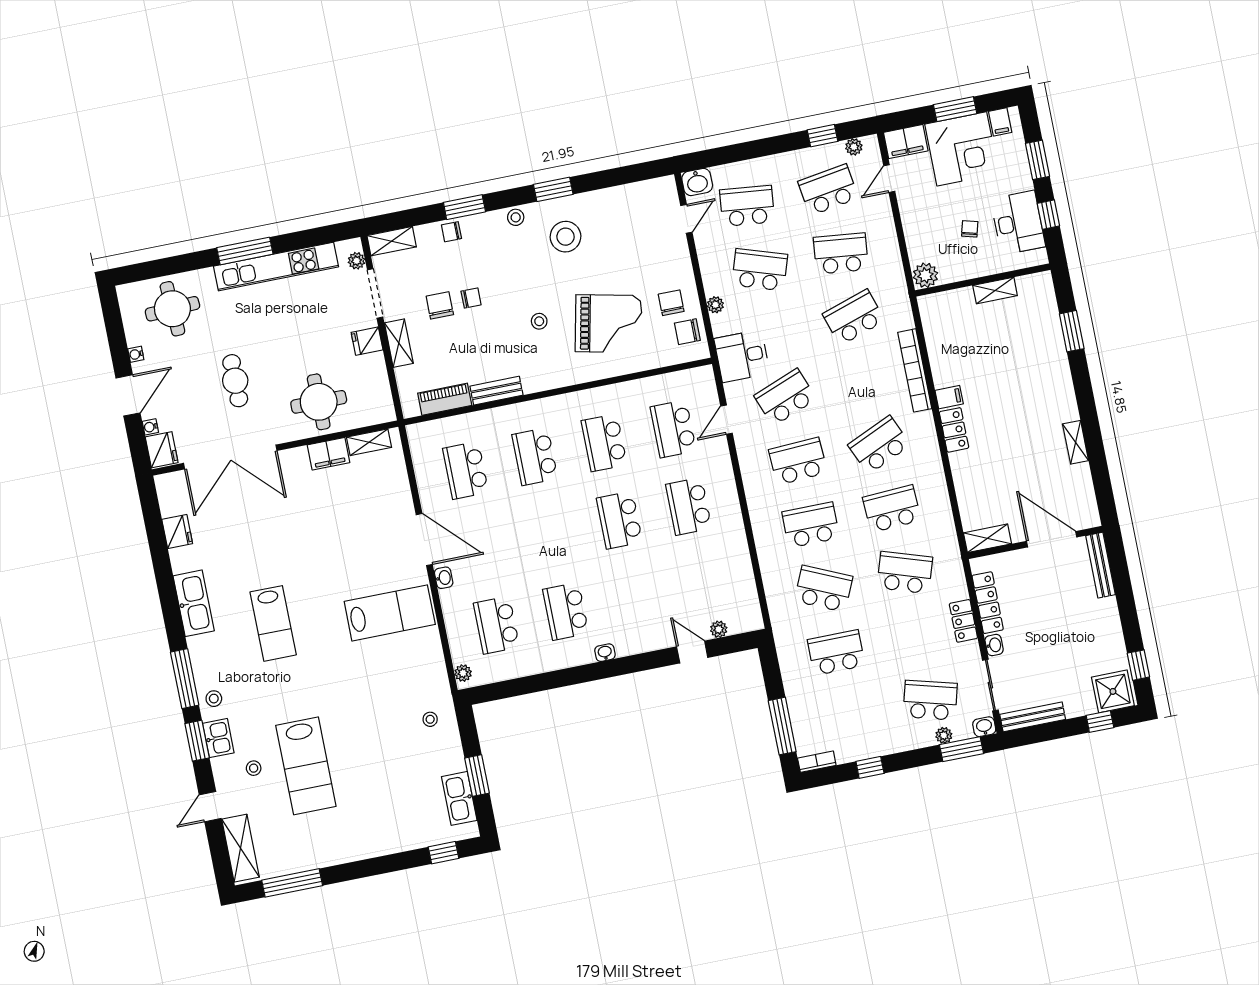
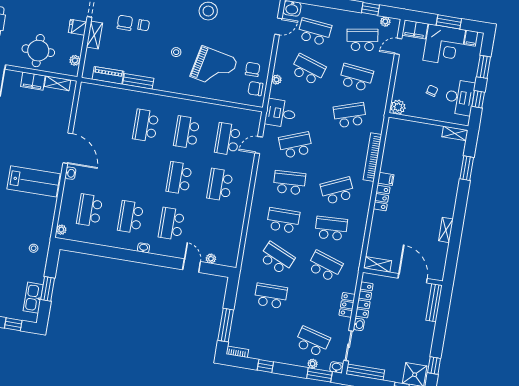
shelving: (995, 290) -> (455, 133), moved
plant: (383, 396) -> (75, 60), added
school desk: (466, 470) -> (171, 224), moved

